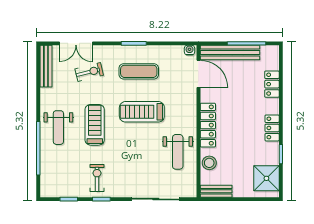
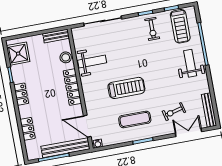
treadmill: (95, 125) -> (180, 26), moved
weight bench: (178, 152) -> (92, 62), turned 90

